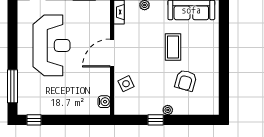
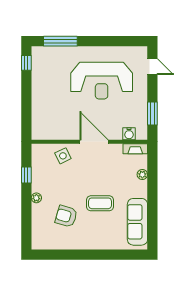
water cooler: (104, 102) -> (129, 134), moved
window: (156, 120) -> (26, 175), moved

